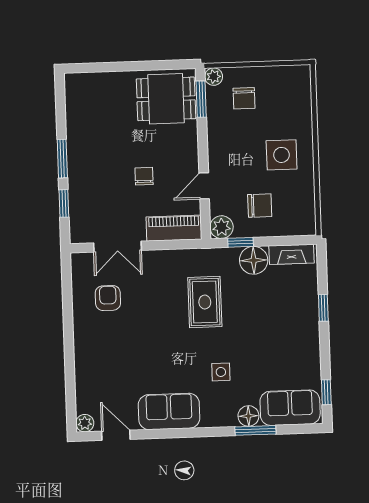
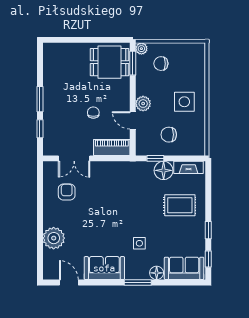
chair: (244, 98) -> (161, 64), turned 90
door: (204, 186) -> (133, 120), hinge flipped
chair: (260, 206) -> (169, 135), turned 180
plant: (221, 227) -> (143, 104), moved
rug: (205, 302) -> (180, 205), moved, turned 90
window: (323, 308) -> (208, 230), moved
plant: (85, 423) -> (54, 238), moved, width x1.88, depth x1.88
window: (255, 430) -> (138, 283), moved

